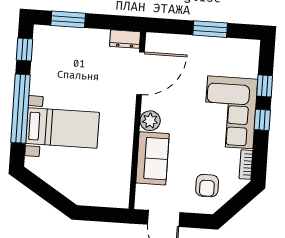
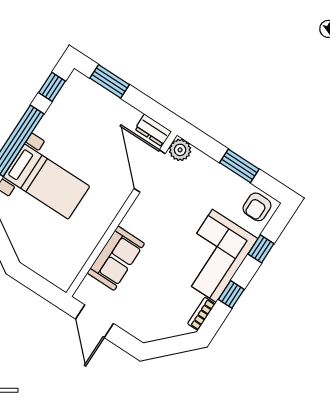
door: (140, 73) -> (150, 171), swing flipped
window: (262, 120) -> (231, 294), moved
plant: (150, 121) -> (180, 150), moved
armchair: (207, 186) -> (257, 207), moved

